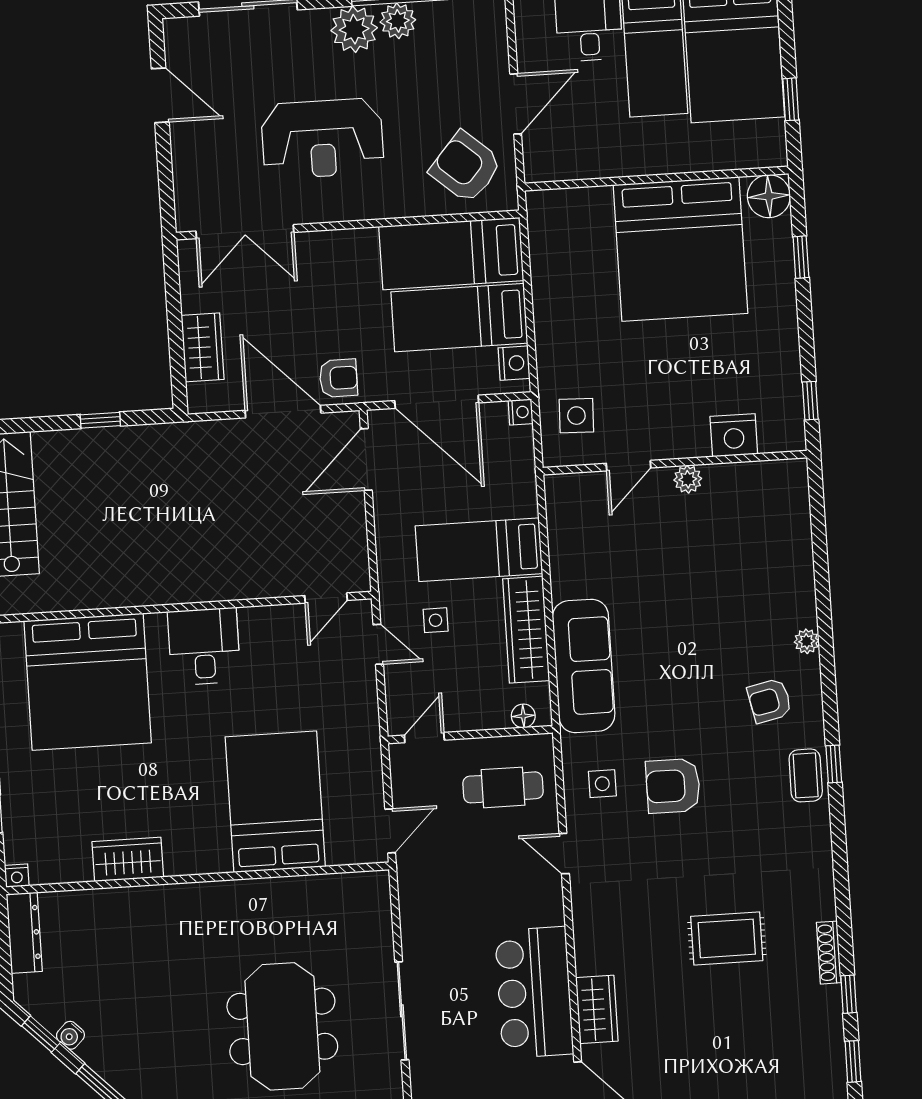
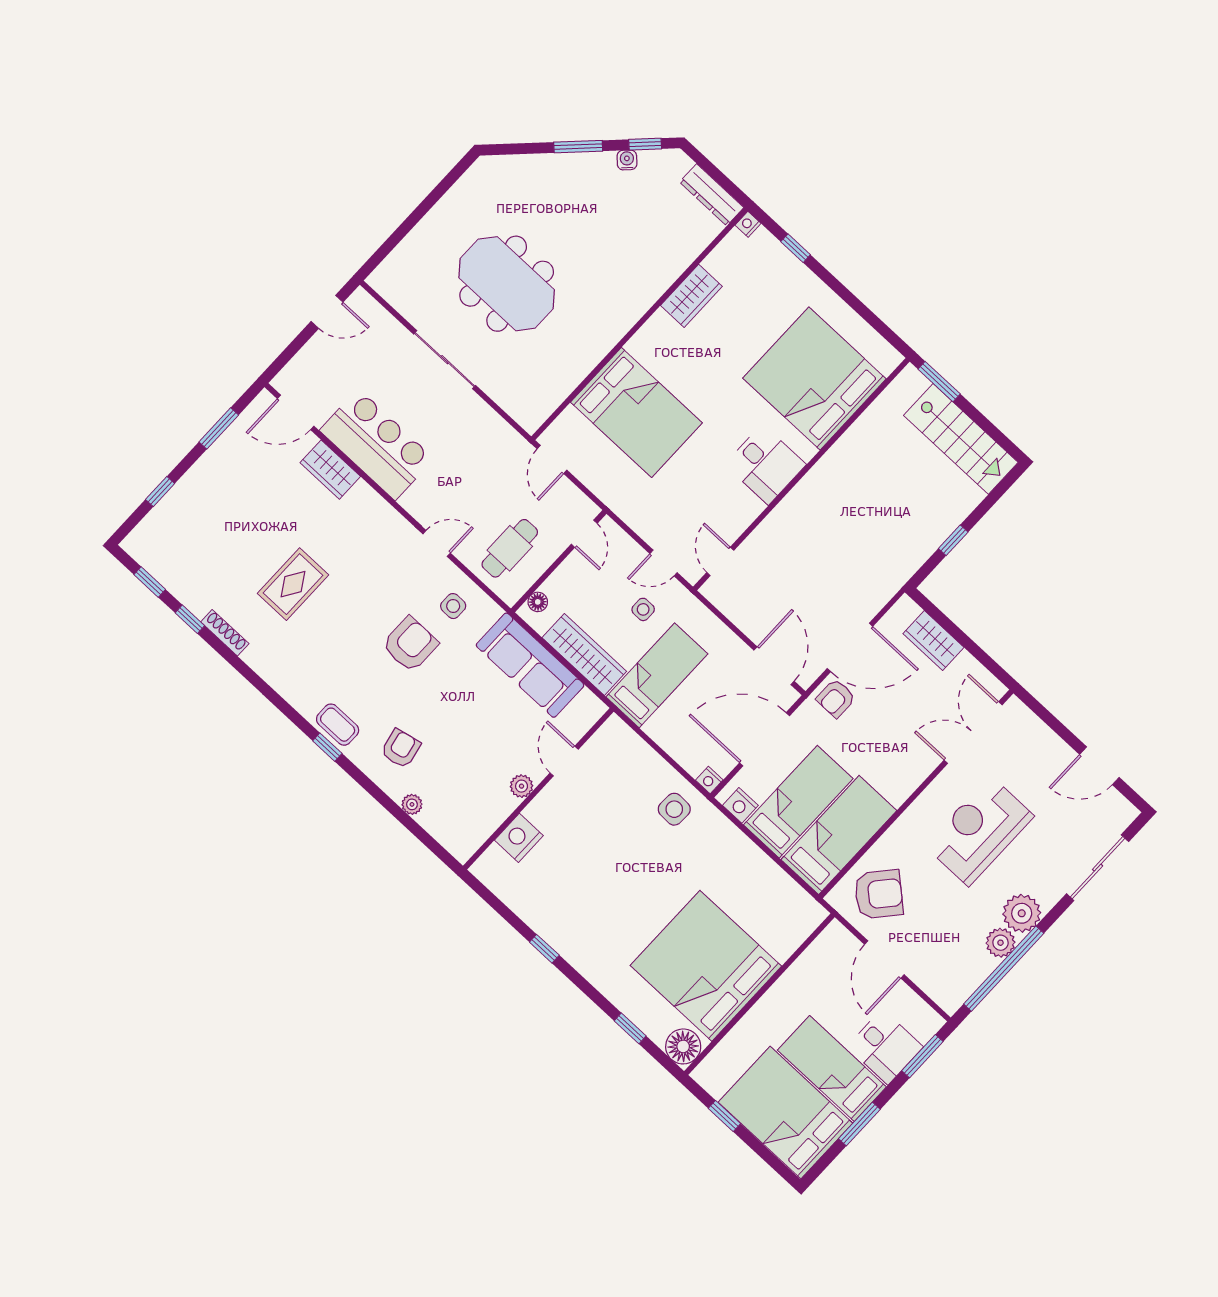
nightstand: (734, 435) -> (519, 838), moved
wall: (675, 463) -> (538, 789), moved
door: (629, 466) -> (564, 761), moved
plant: (688, 479) -> (522, 786), moved

